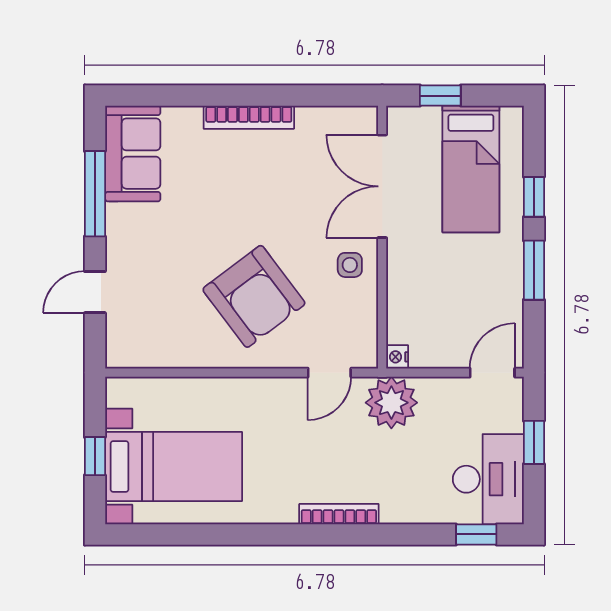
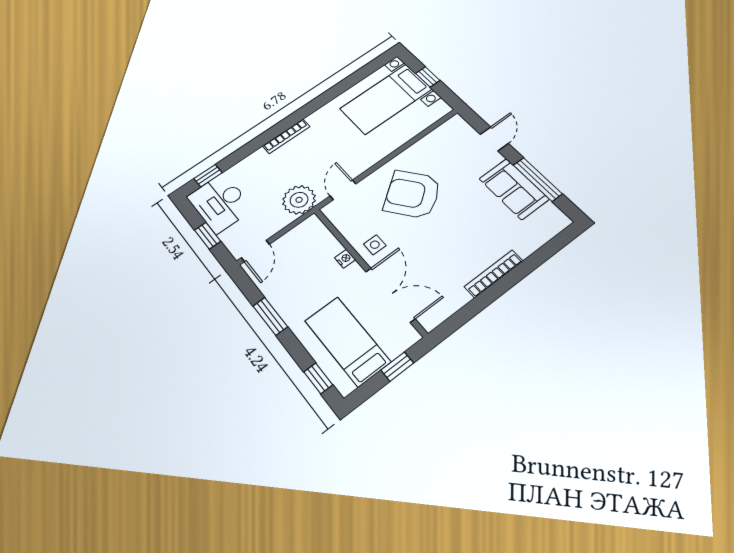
sofa: (133, 154) -> (514, 189), moved
window: (534, 197) -> (318, 378), moved
nightstand: (397, 357) -> (345, 259), moved

